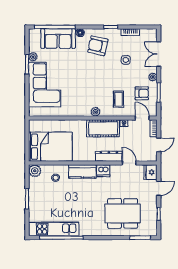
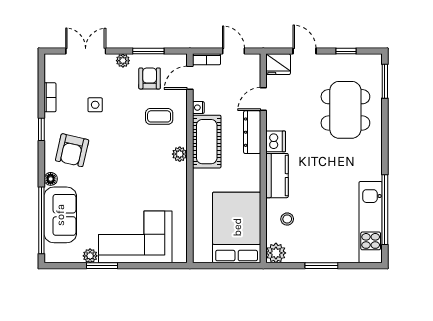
double door: (159, 54) -> (86, 51), swing flipped

